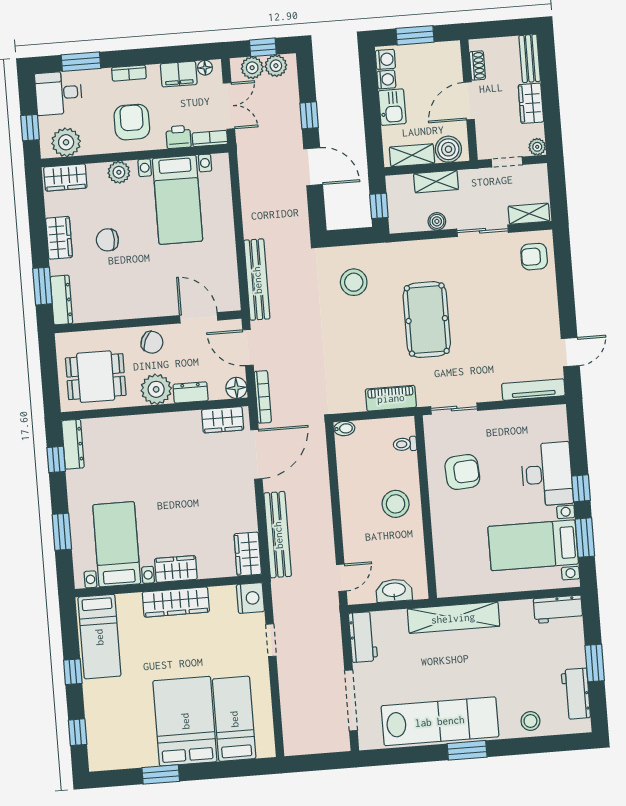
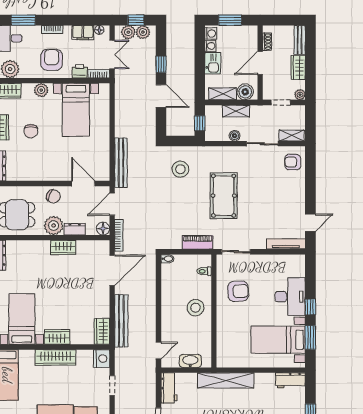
chair: (107, 240) -> (31, 131), turned -90
door: (248, 347) -> (112, 204), hinge flipped
wardrobe: (223, 420) -> (63, 247), moved

